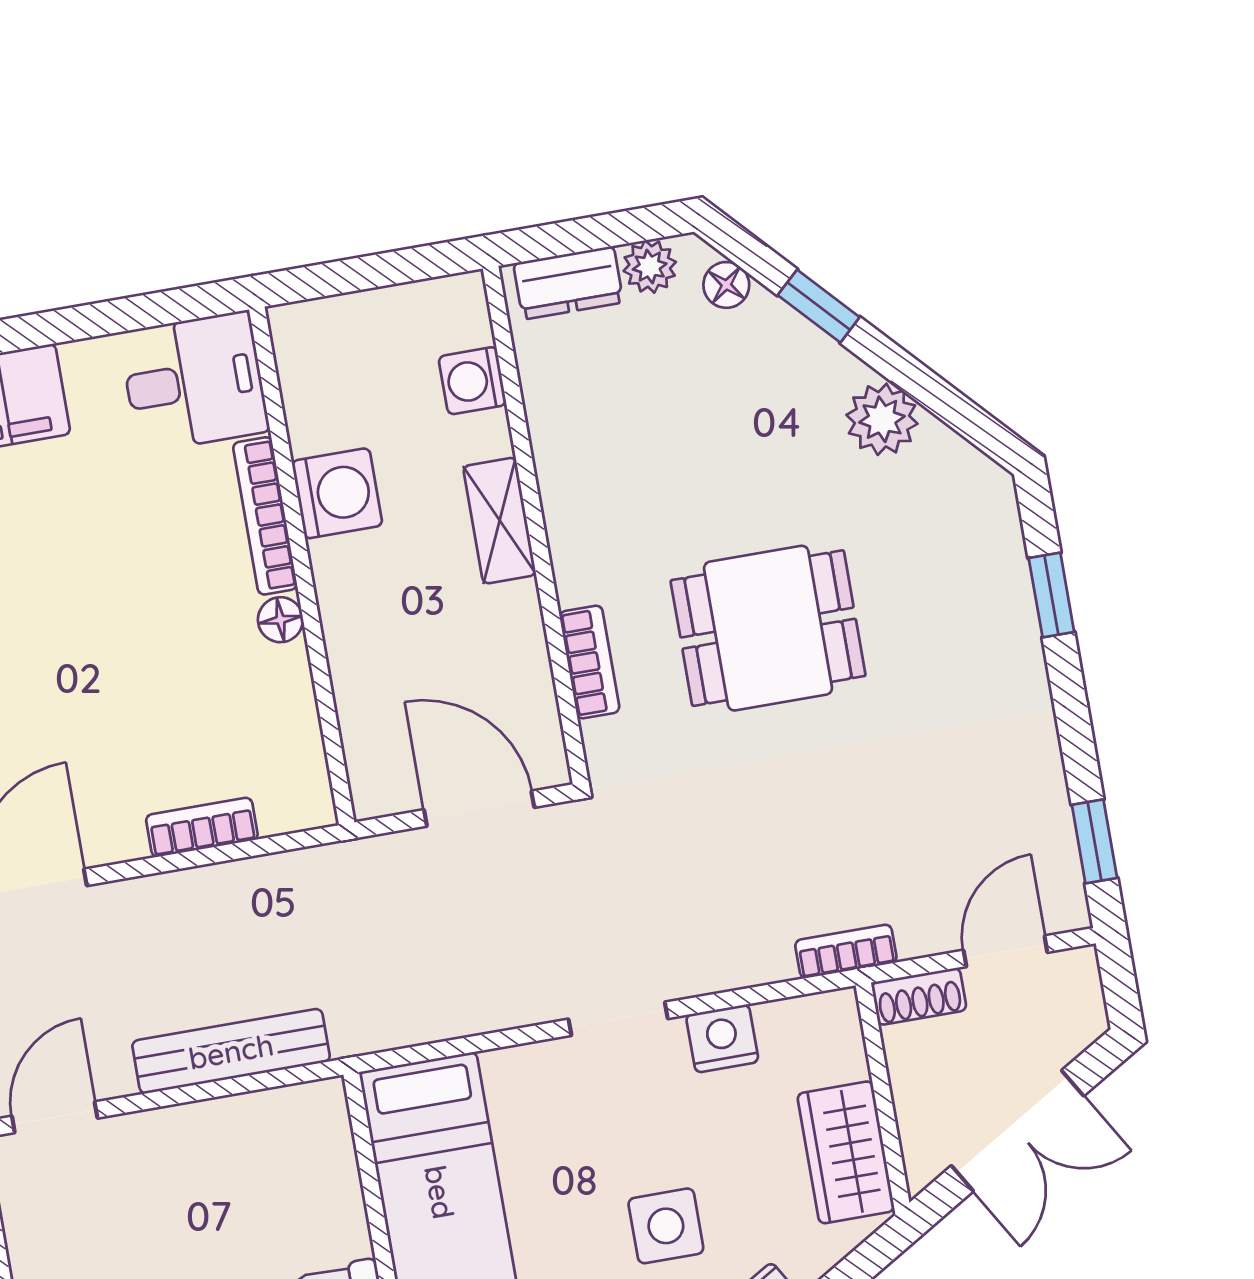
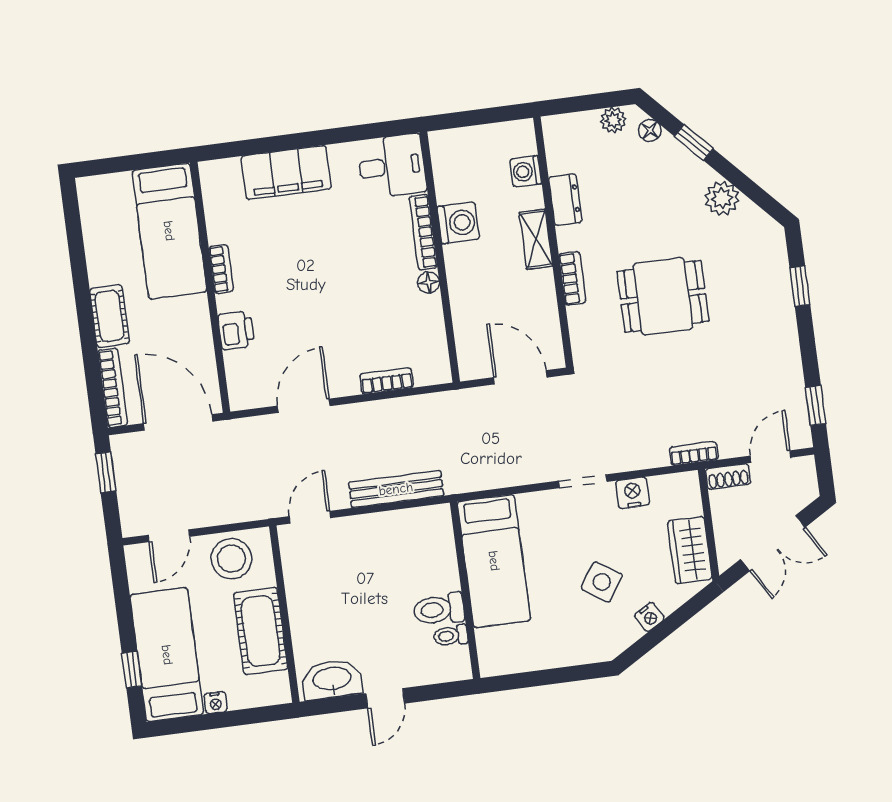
dresser: (568, 283) -> (565, 200), moved, turned -90
bookcase: (589, 662) -> (572, 278), moved
side table: (666, 1226) -> (602, 582), turned 34

